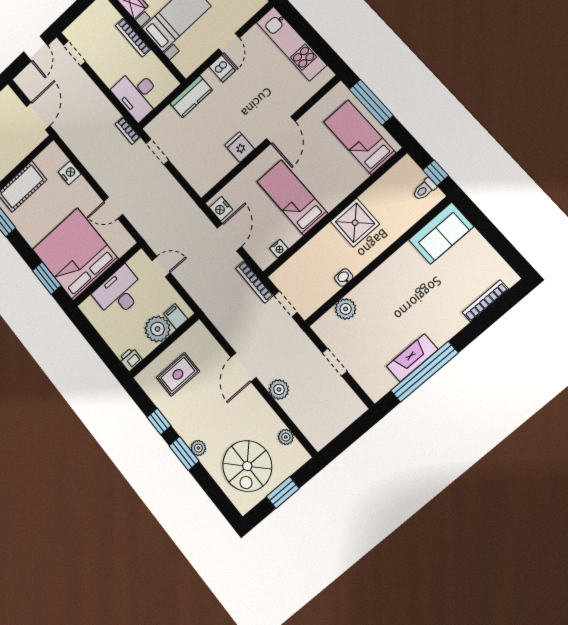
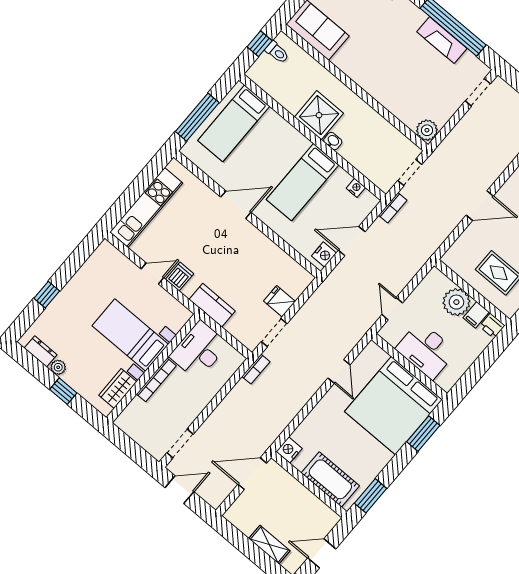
desk: (137, 94) -> (199, 350), moved, turned 180
fridge: (240, 147) -> (279, 301), moved, turned 90
nightstand: (70, 173) -> (289, 450), moved
washbasin: (344, 277) -> (333, 141), moved, turned 180
bookcase: (255, 282) -> (393, 208), width x0.64
plant: (346, 309) -> (427, 130), moved
filing cabinet: (176, 316) -> (476, 315), moved
doorway: (335, 362) -> (478, 92), moved
plant: (279, 389) -> (495, 166), removed

